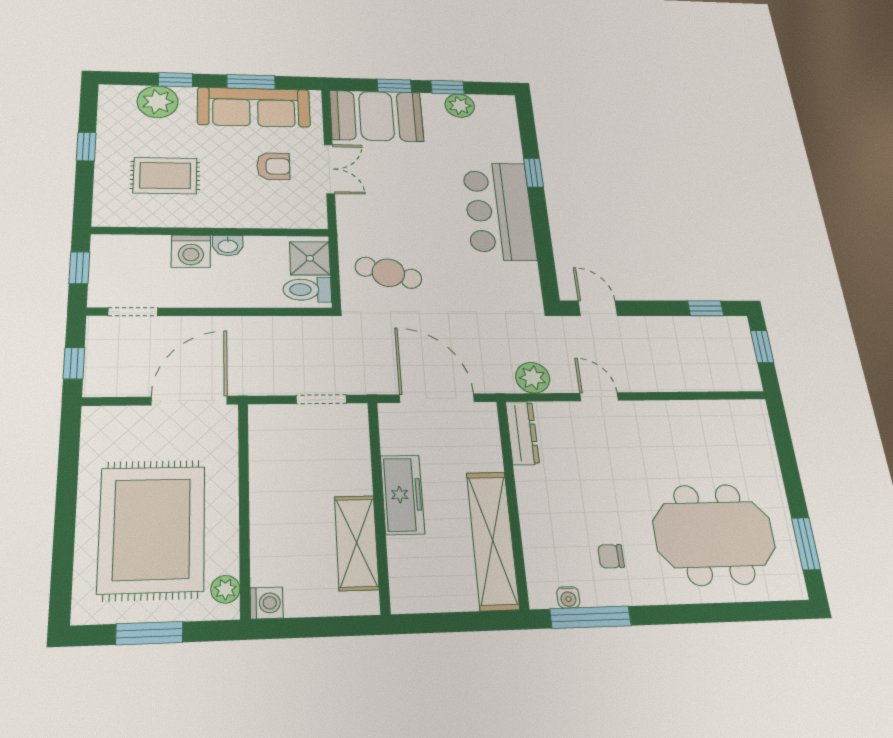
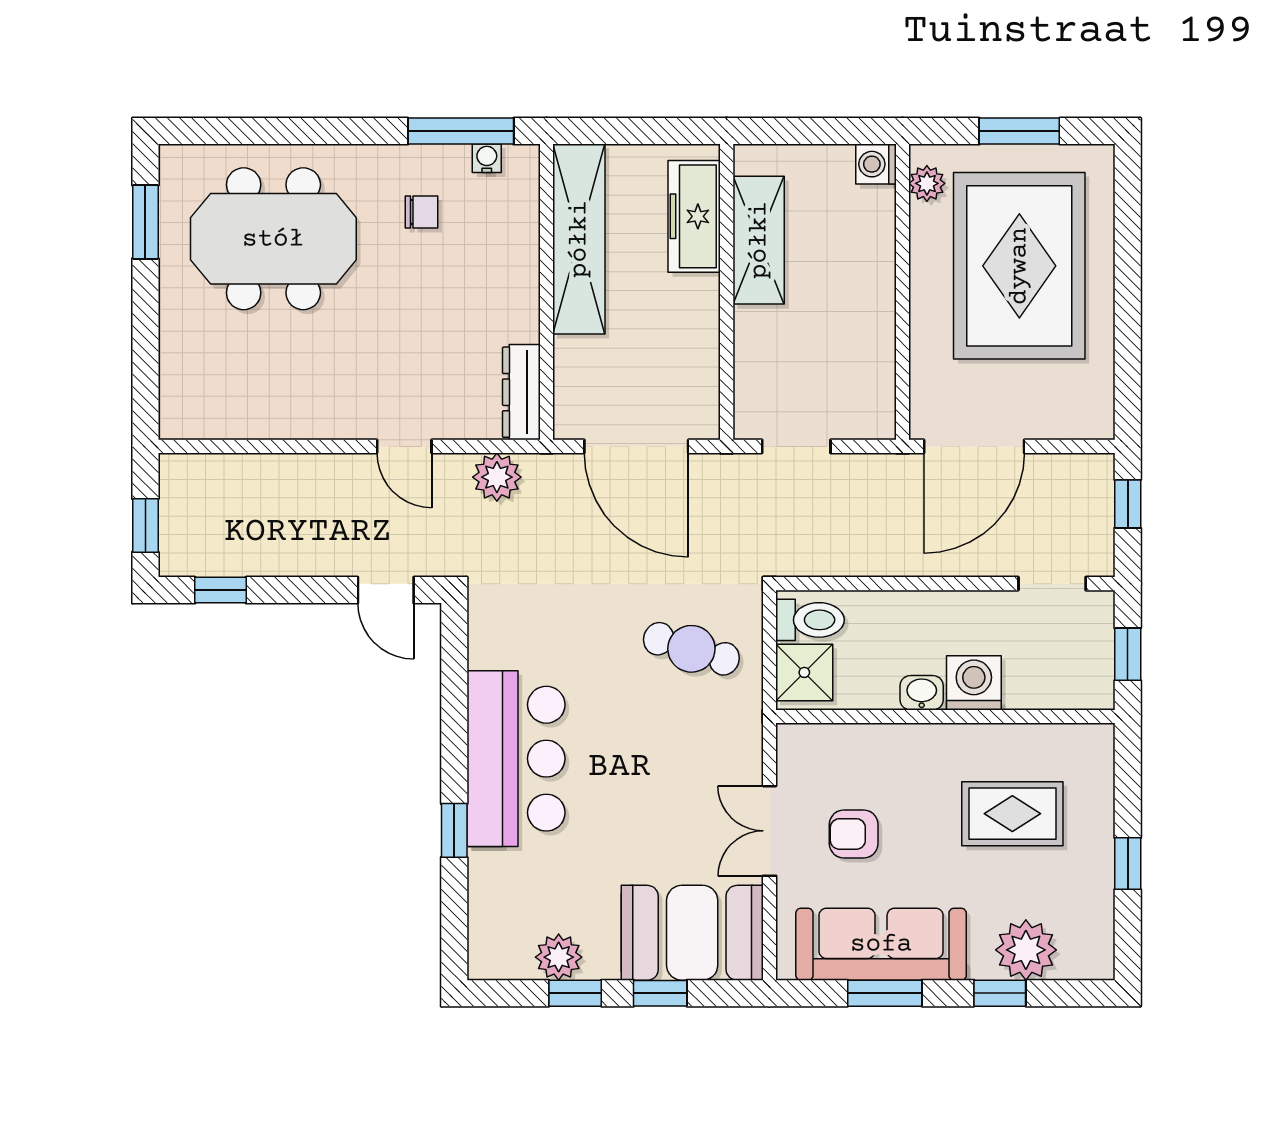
freezer: (402, 495) -> (694, 216), moved

